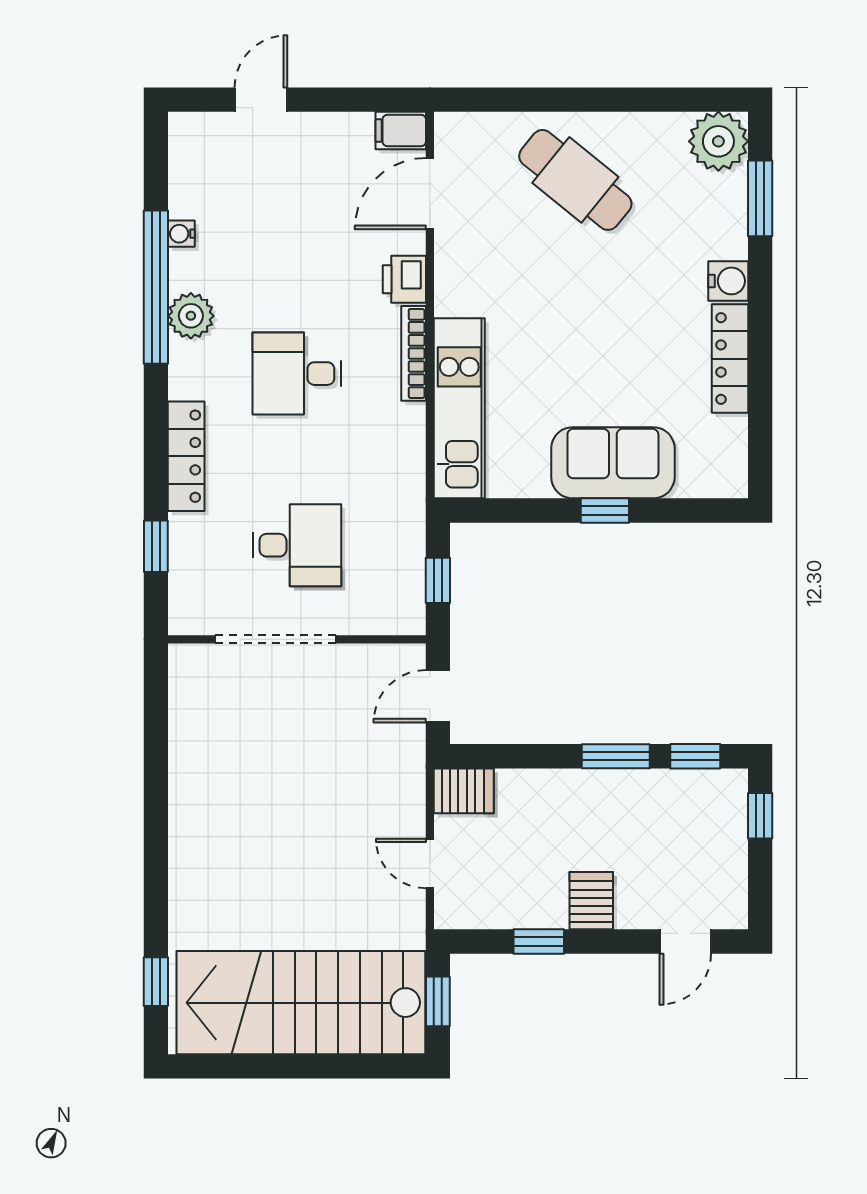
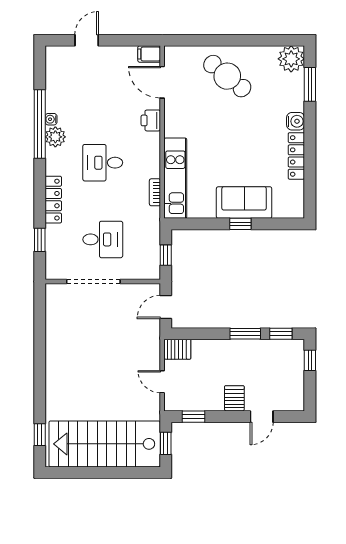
door: (430, 194) -> (162, 82), hinge flipped
water cooler: (181, 234) -> (51, 119), moved
bookcase: (414, 353) -> (155, 192), moved, width x0.64
window: (539, 941) -> (193, 417), moved
door: (685, 941) -> (262, 417), moved

